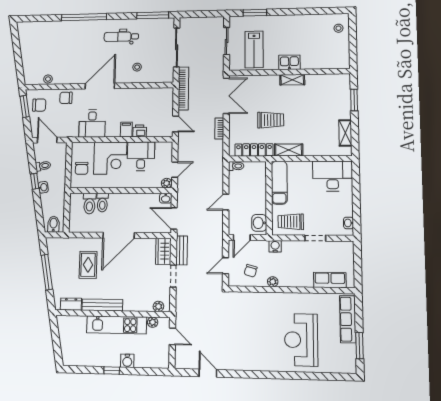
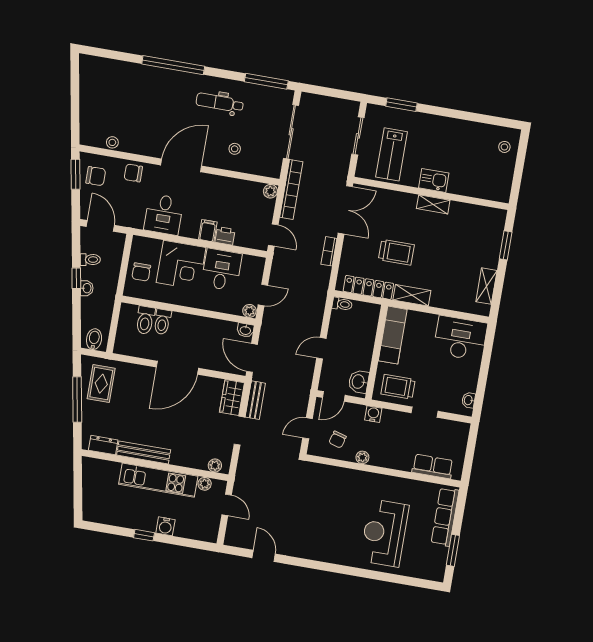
plant: (168, 93) -> (270, 191), added
rug: (88, 265) -> (101, 384), moved

